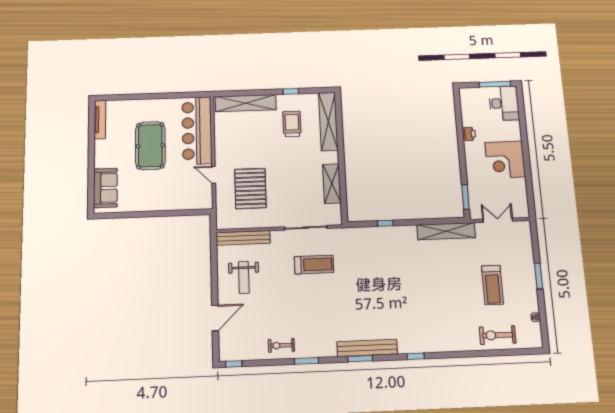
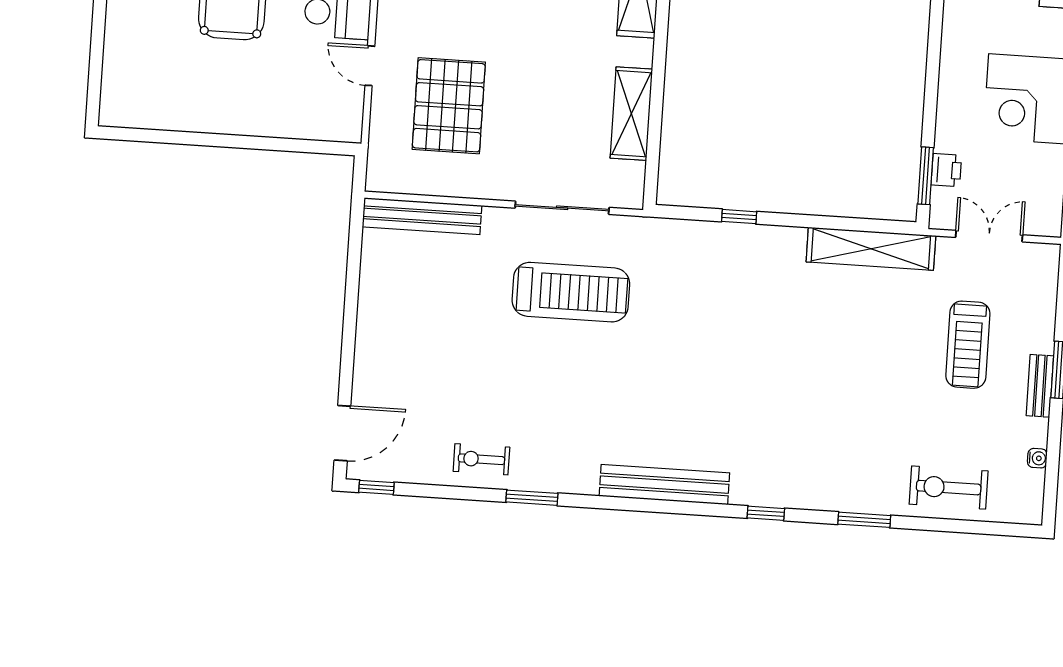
printer: (469, 134) -> (946, 170), moved
sofa: (105, 188) -> (127, 71), removed
treadmill: (314, 265) -> (571, 292), width x1.37, depth x1.38
weight bench: (244, 277) -> (415, 304), removed
bench: (531, 284) -> (1040, 386), added
treadmill: (492, 285) -> (968, 345), moved
door: (215, 318) -> (342, 433), moved
window: (360, 359) -> (864, 520), moved

